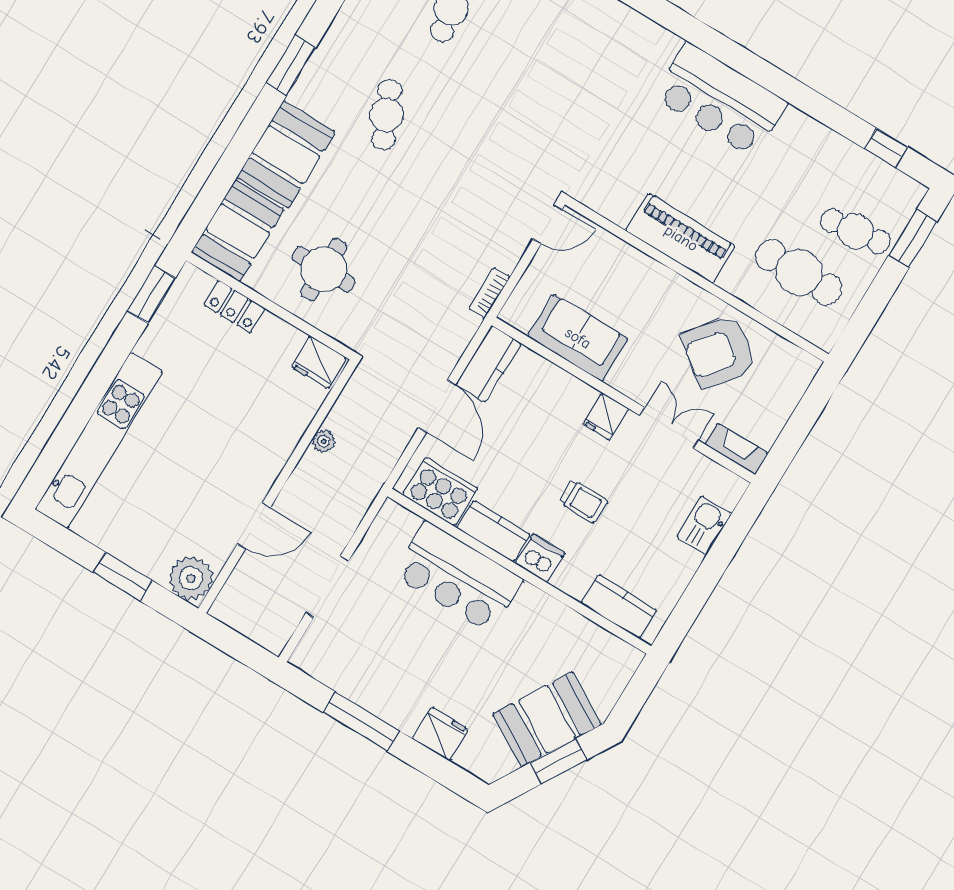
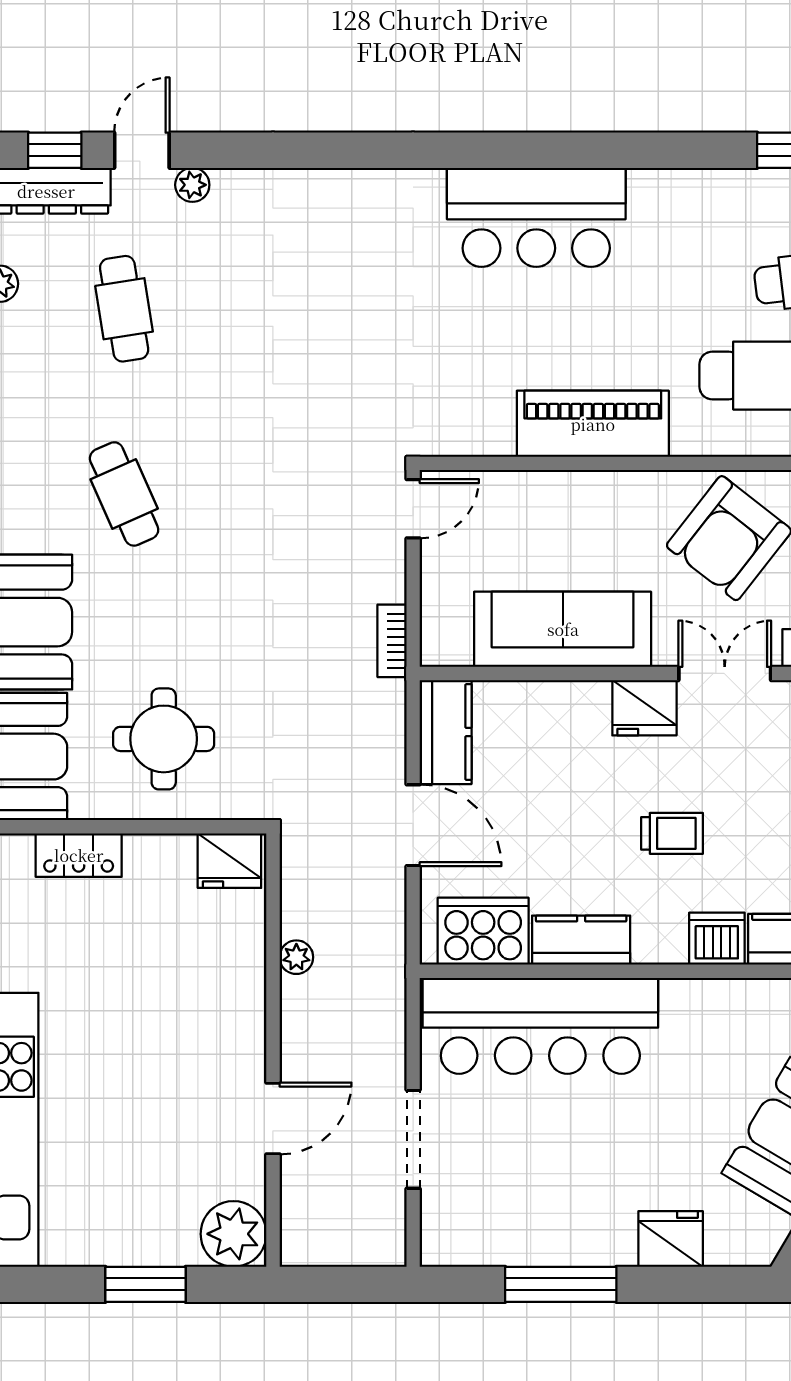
sofa: (578, 338) -> (563, 629), width x1.36
fridge: (606, 416) -> (644, 708), width x1.38
dishwasher: (540, 558) -> (717, 939), moved
bar counter: (458, 577) -> (540, 1026), width x1.36

